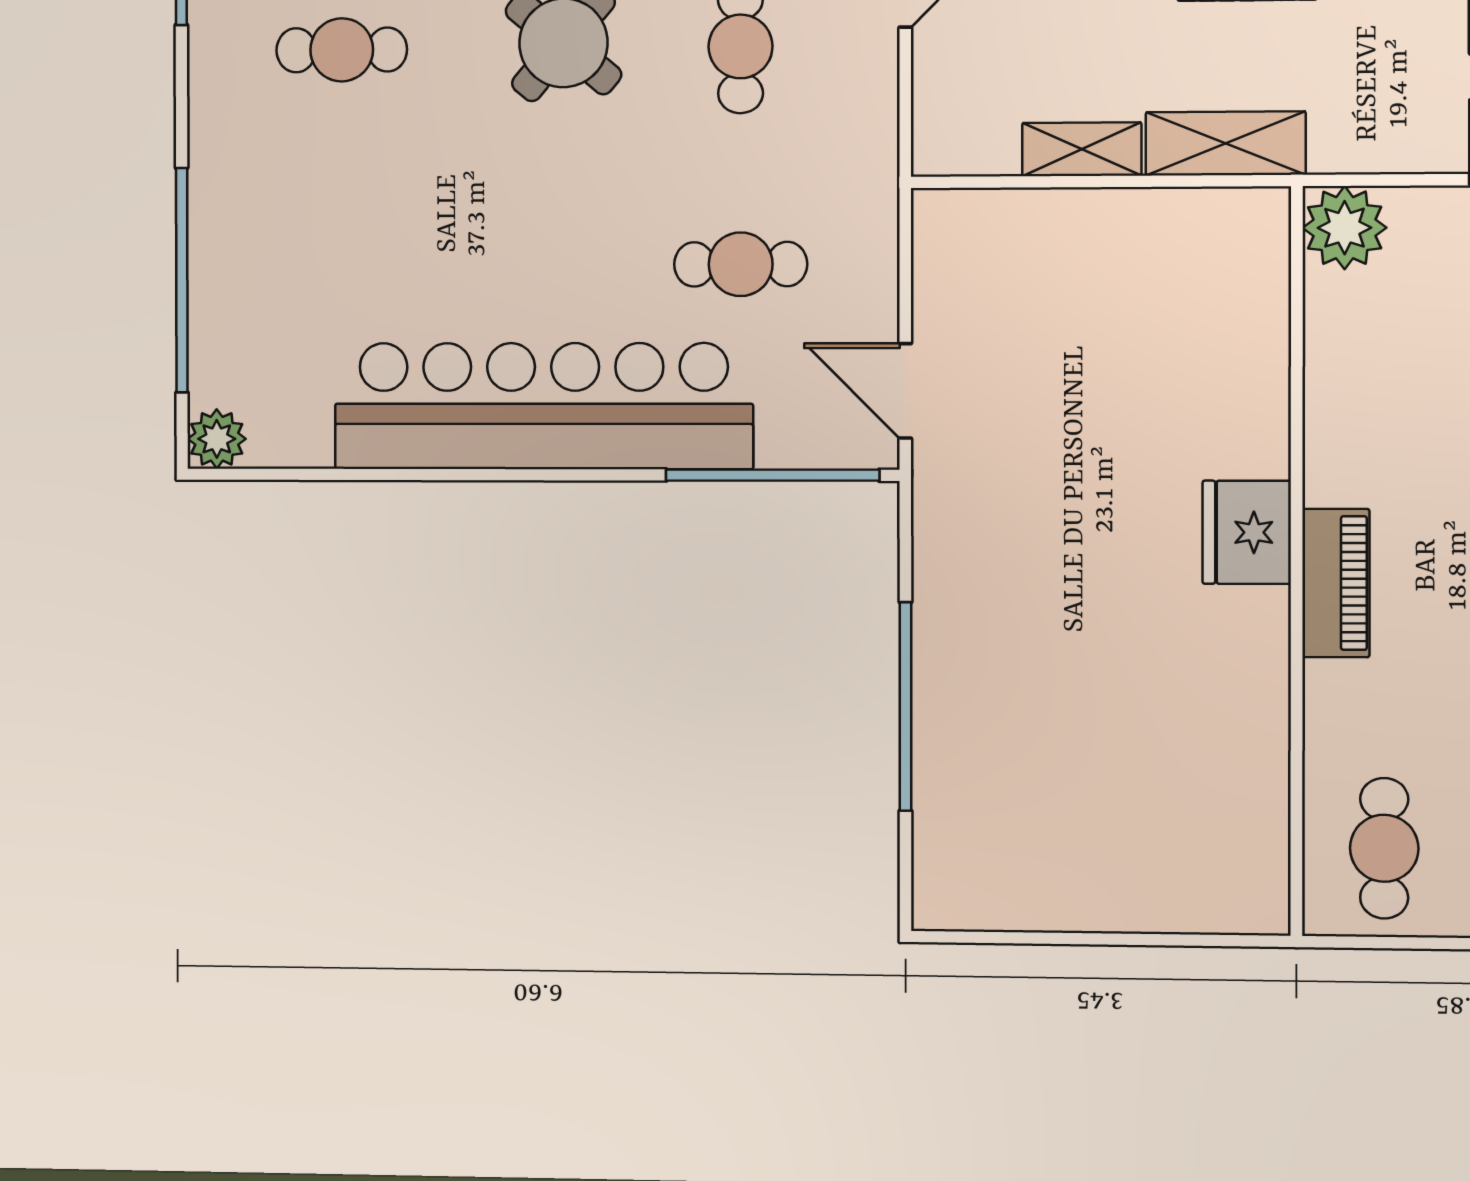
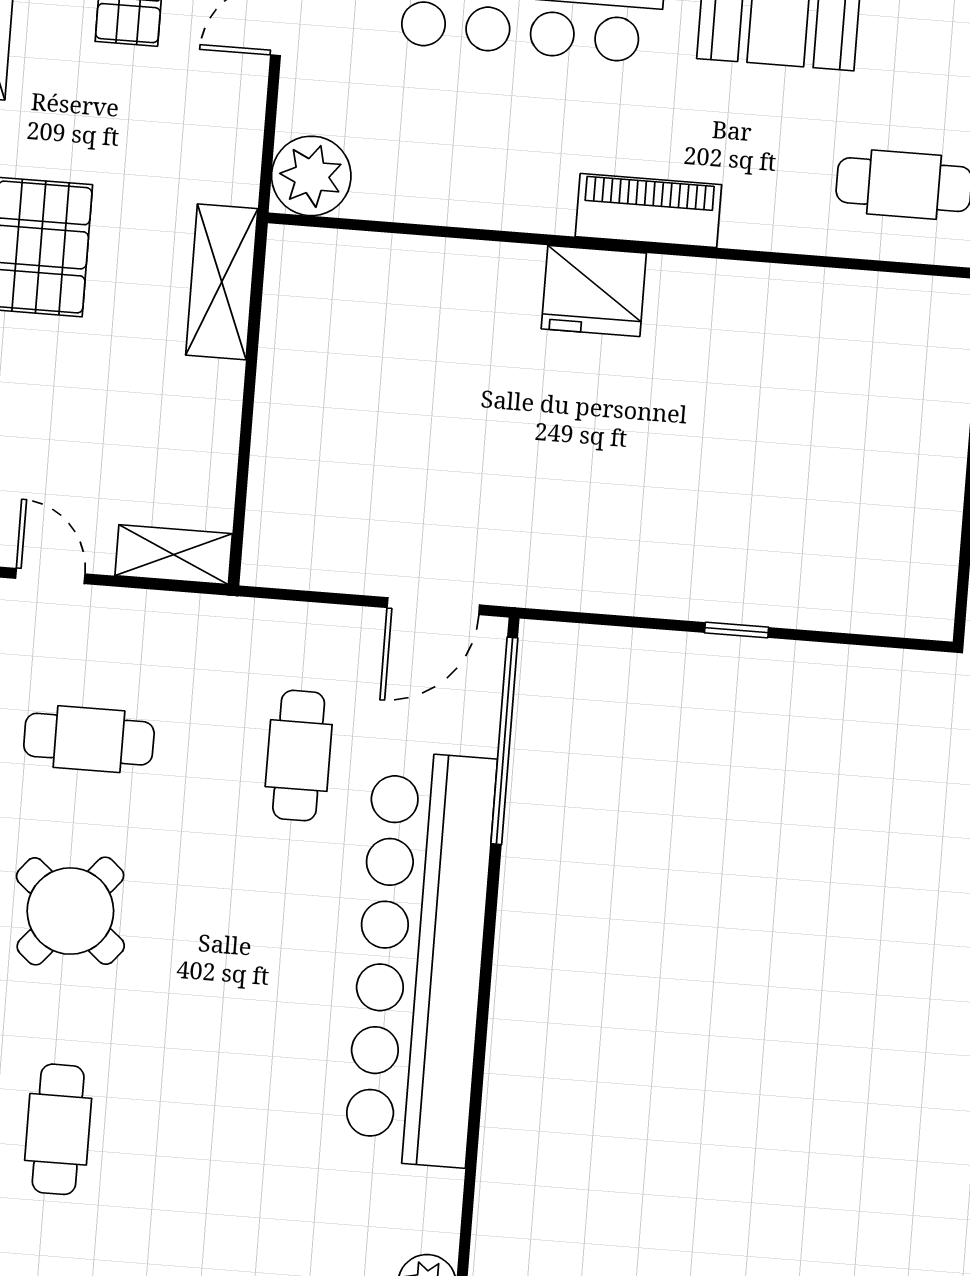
shelving: (1082, 149) -> (174, 555), moved, turned 90
window: (905, 706) -> (737, 630), width x0.32

